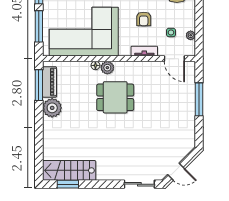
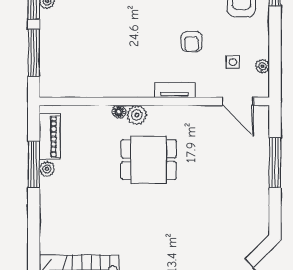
corner sofa: (84, 32) -> (101, 61), removed
tv unit: (144, 51) -> (175, 90), moved
window: (39, 85) -> (34, 164), moved
plant: (52, 108) -> (47, 169), width x0.53, depth x0.53

